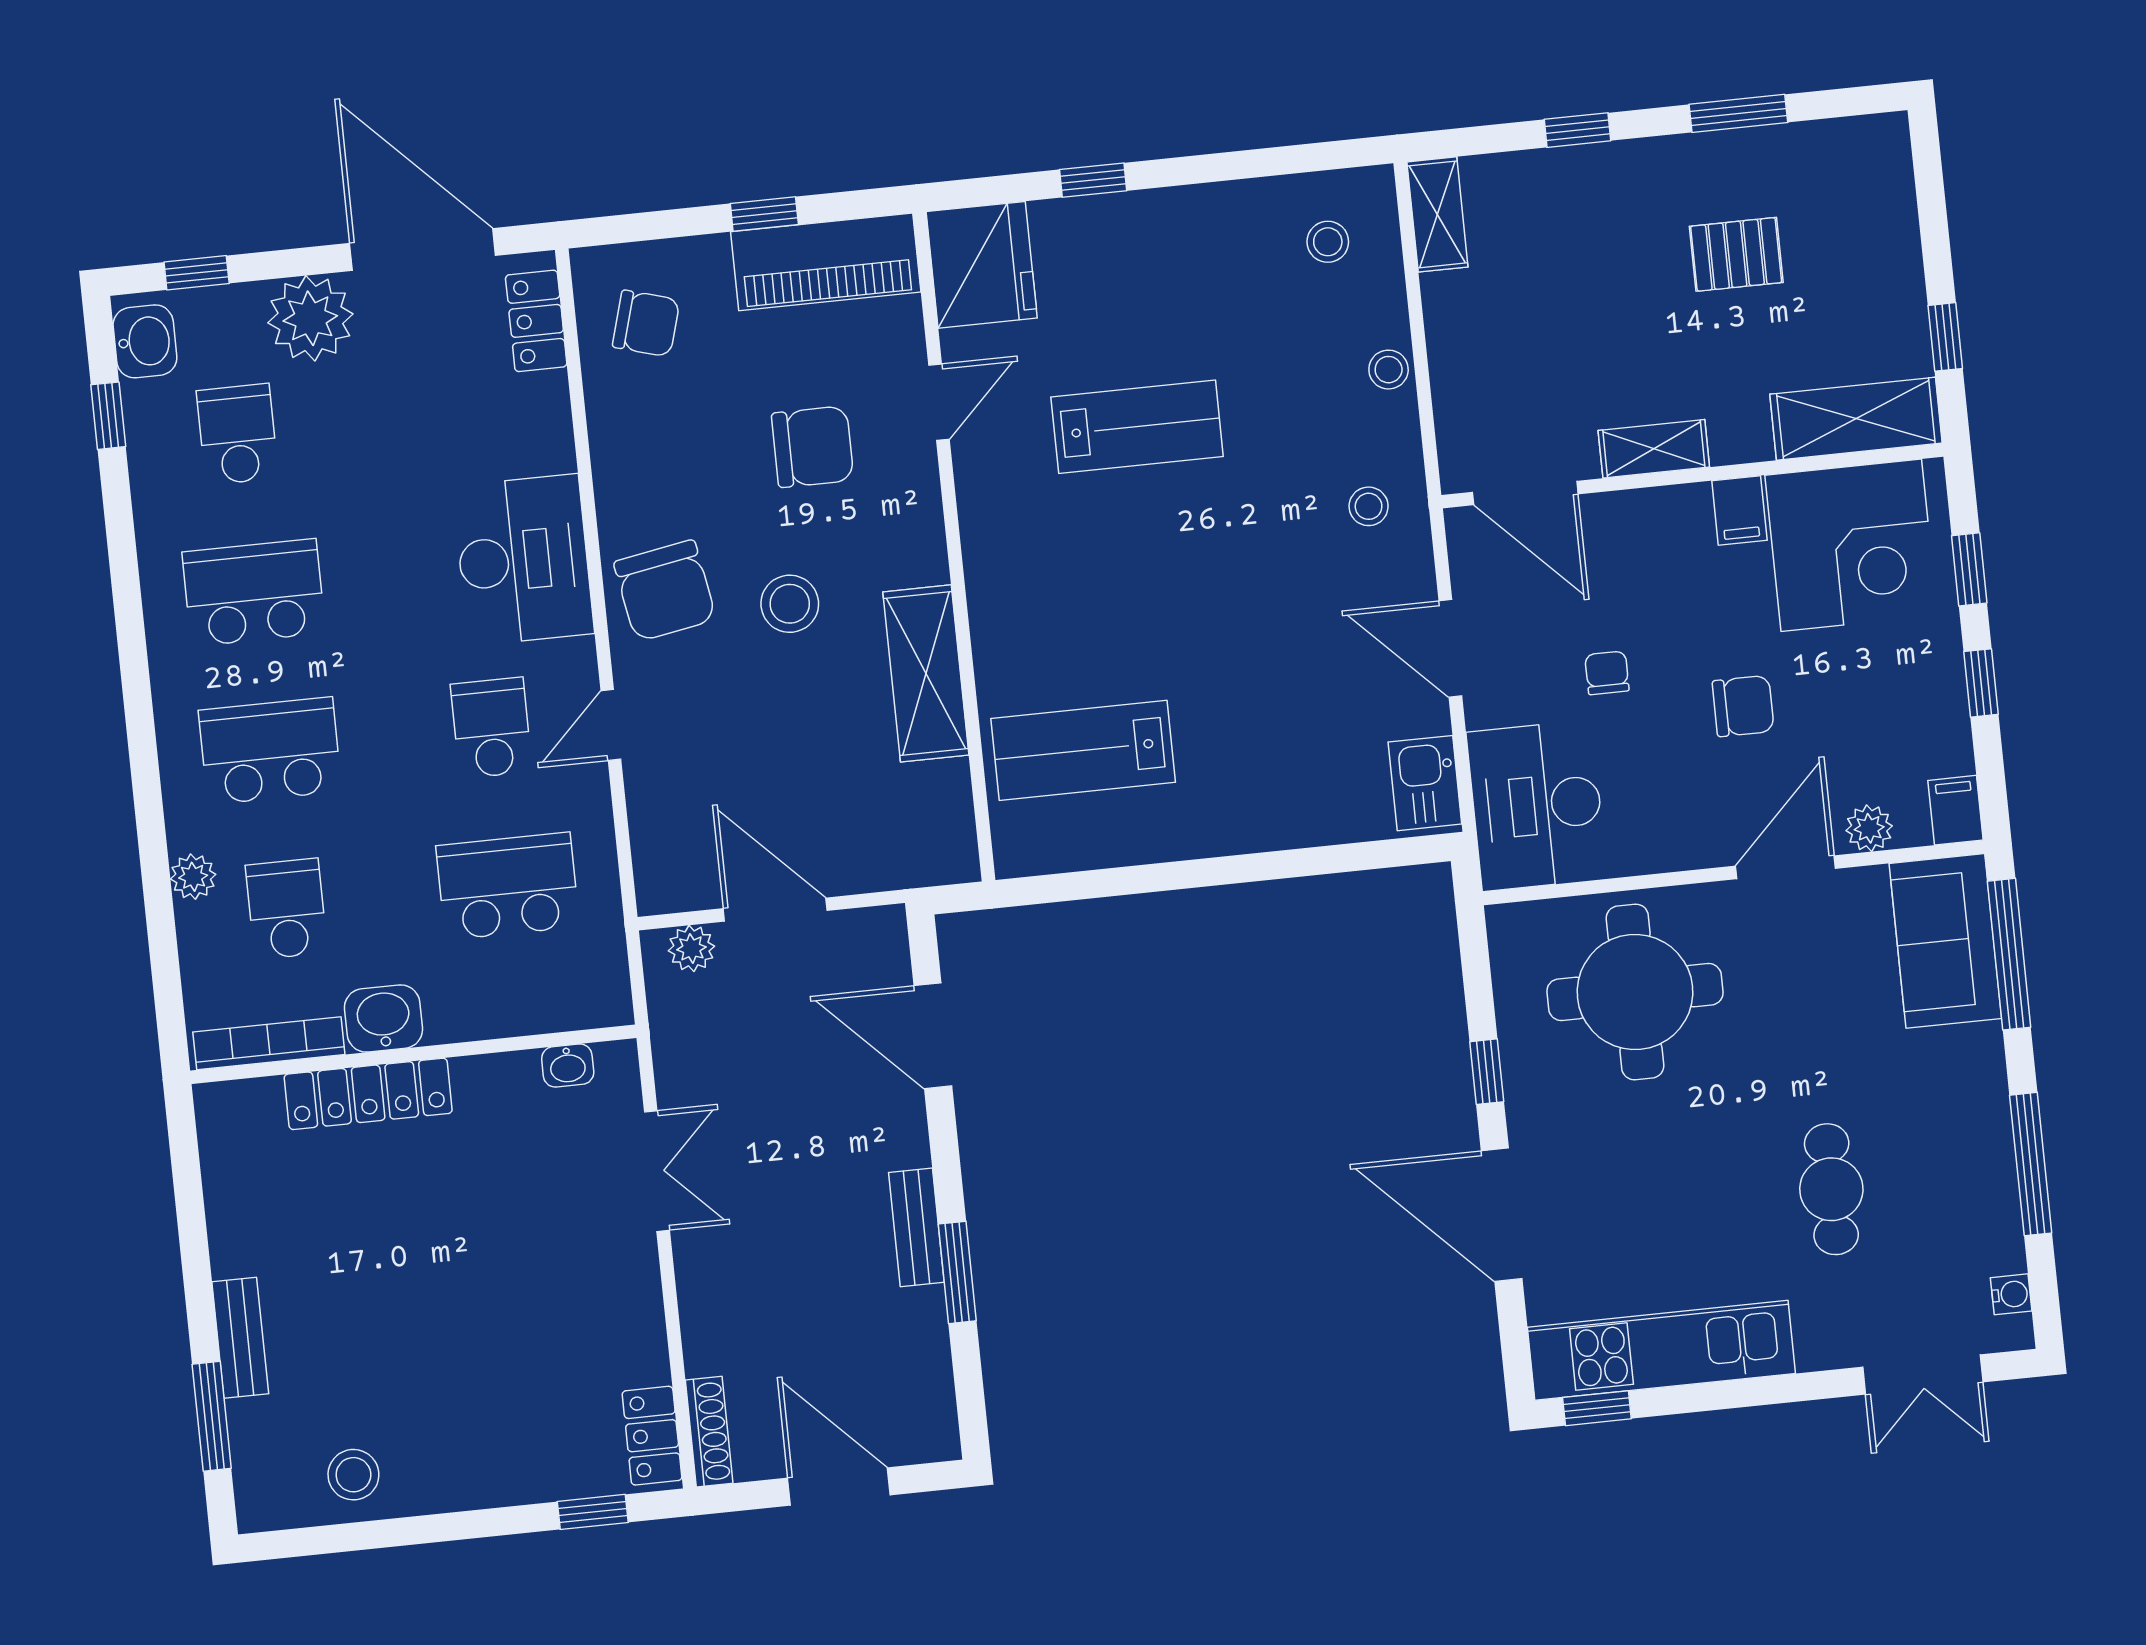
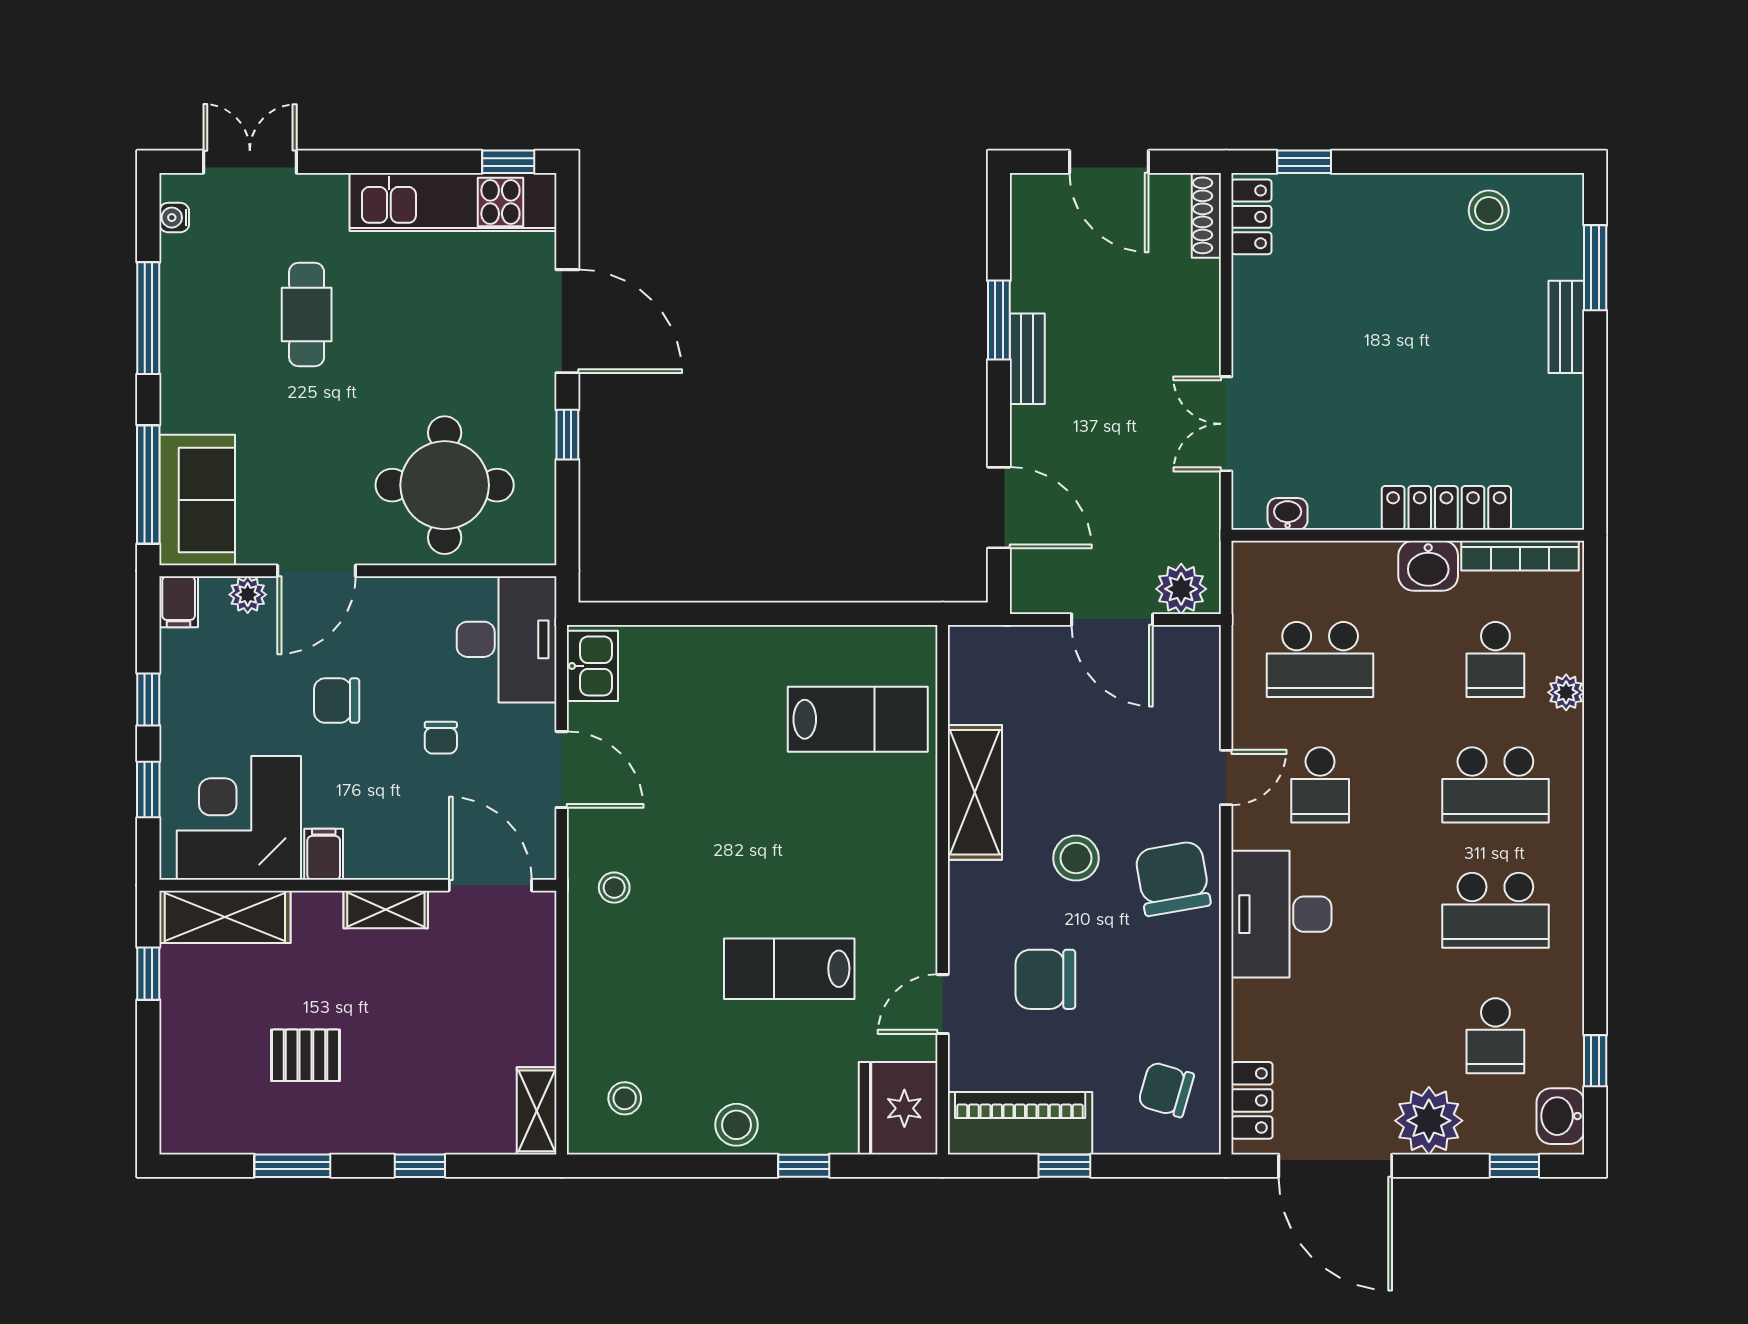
stool: (1389, 370) -> (736, 1125), moved, width x1.37, depth x1.37
plant: (691, 948) -> (1181, 589), width x1.38, depth x1.38

